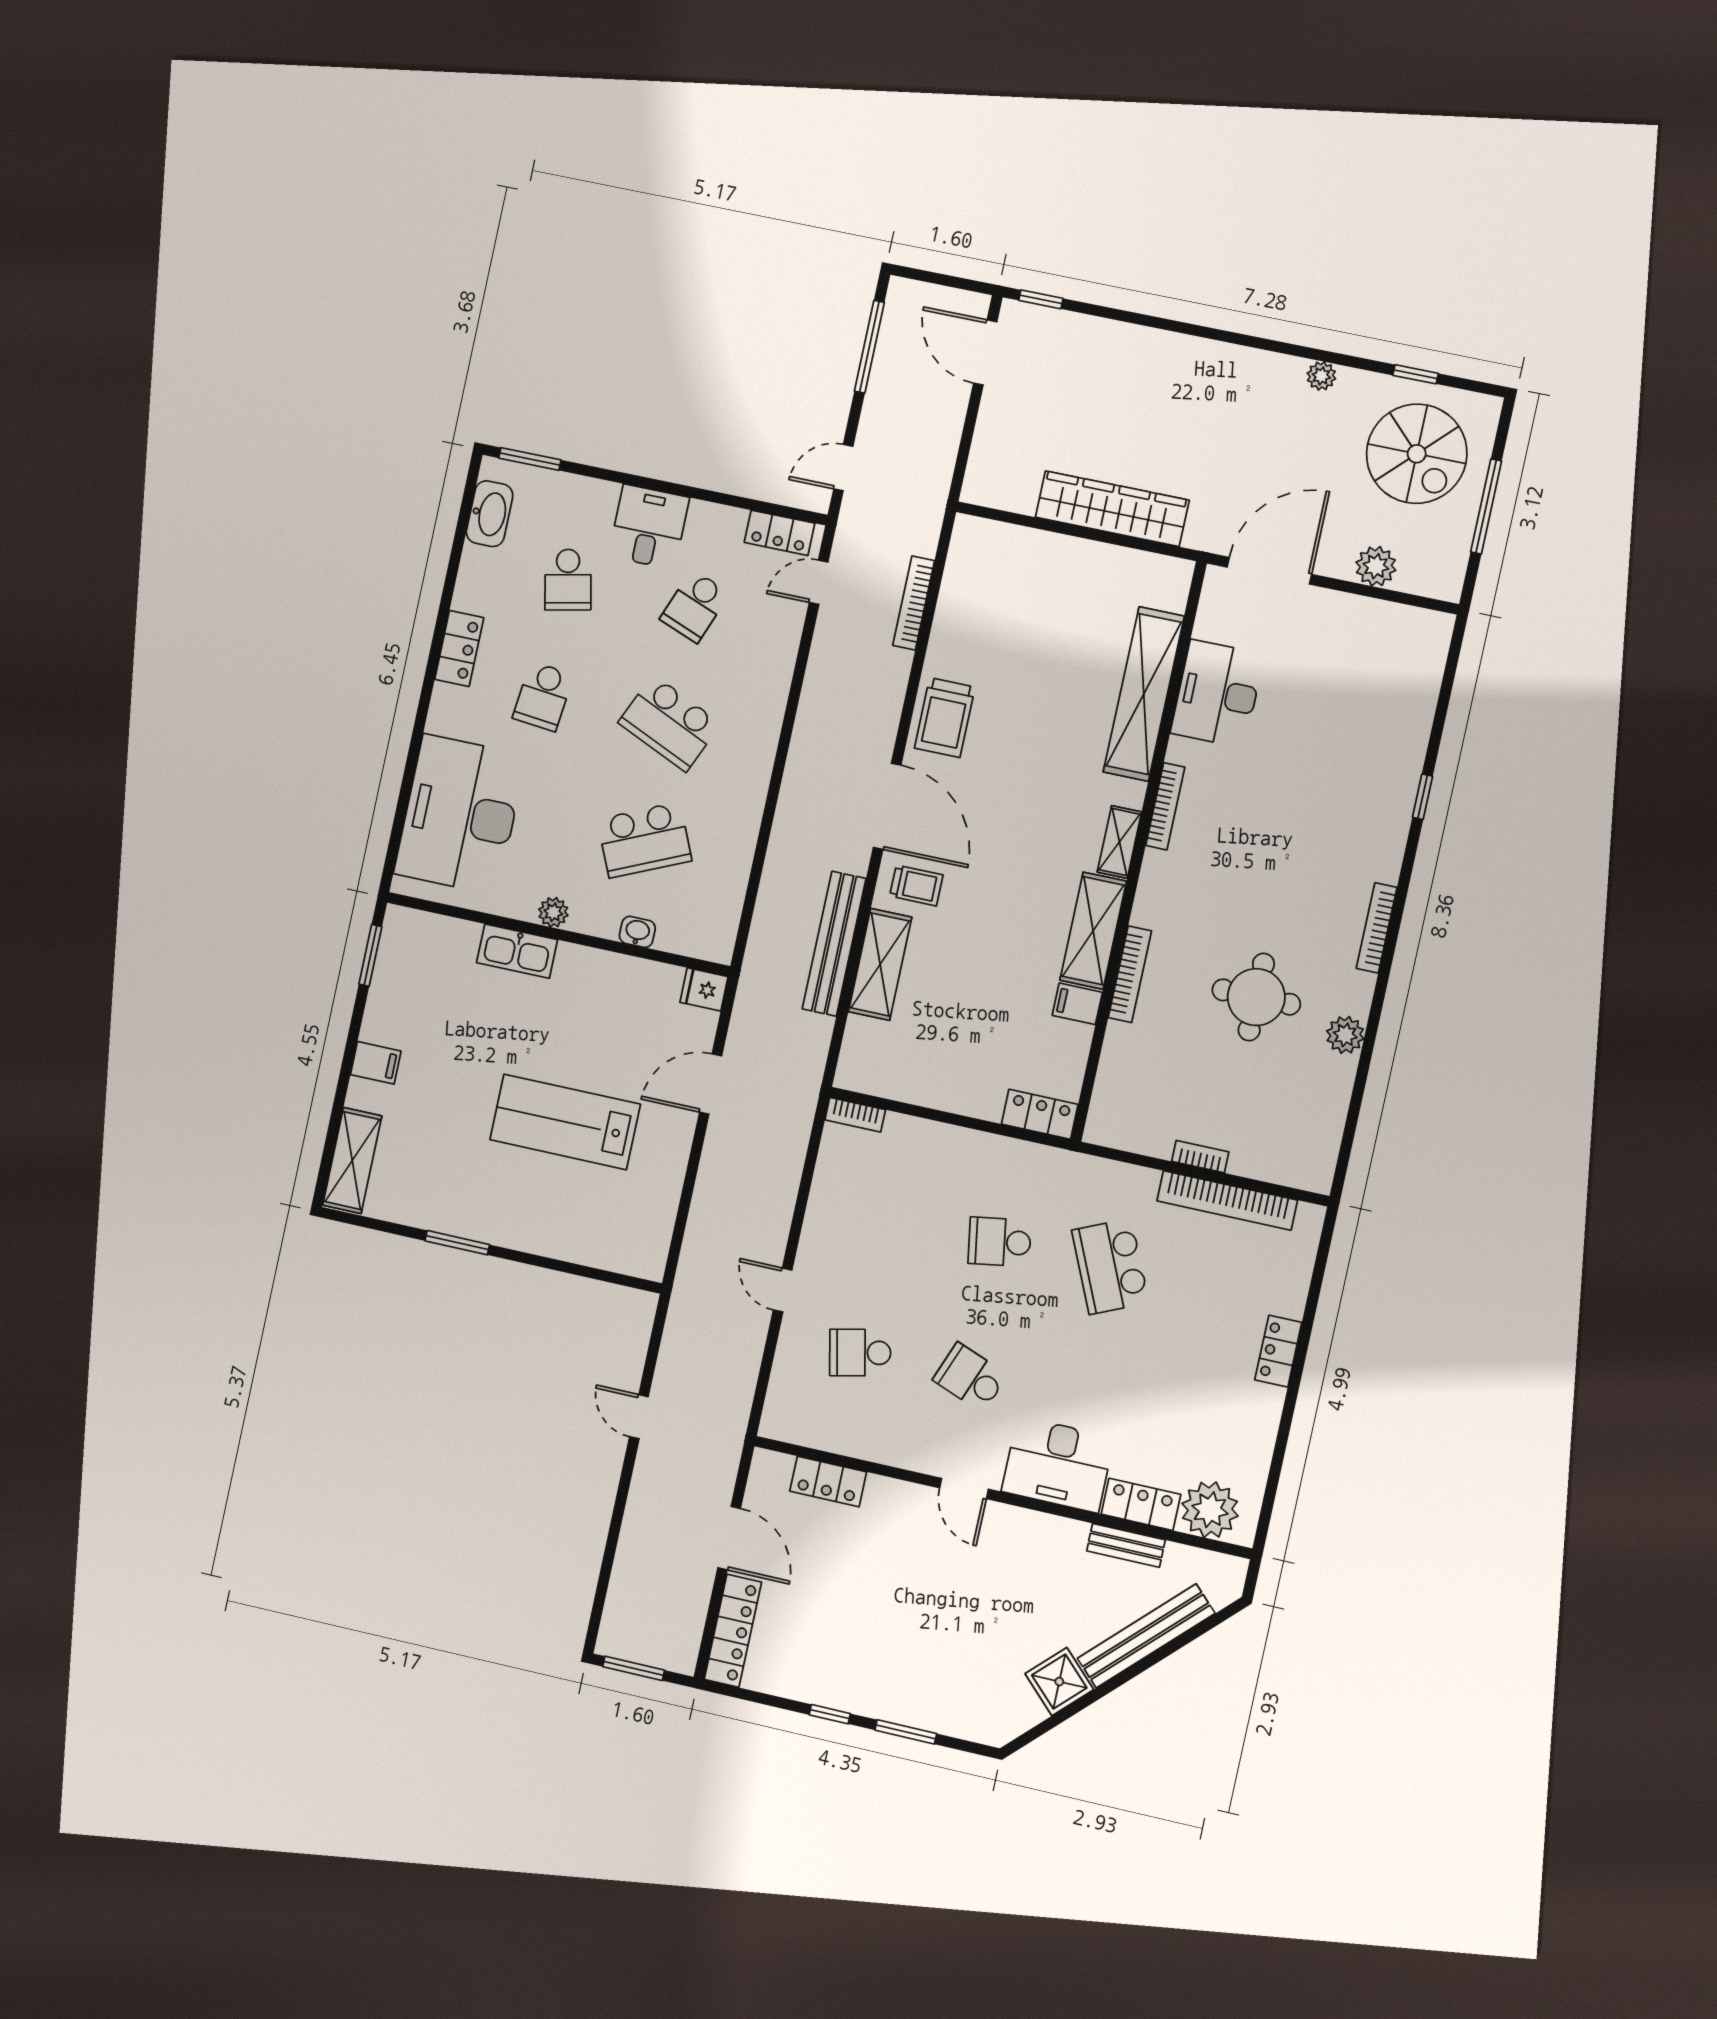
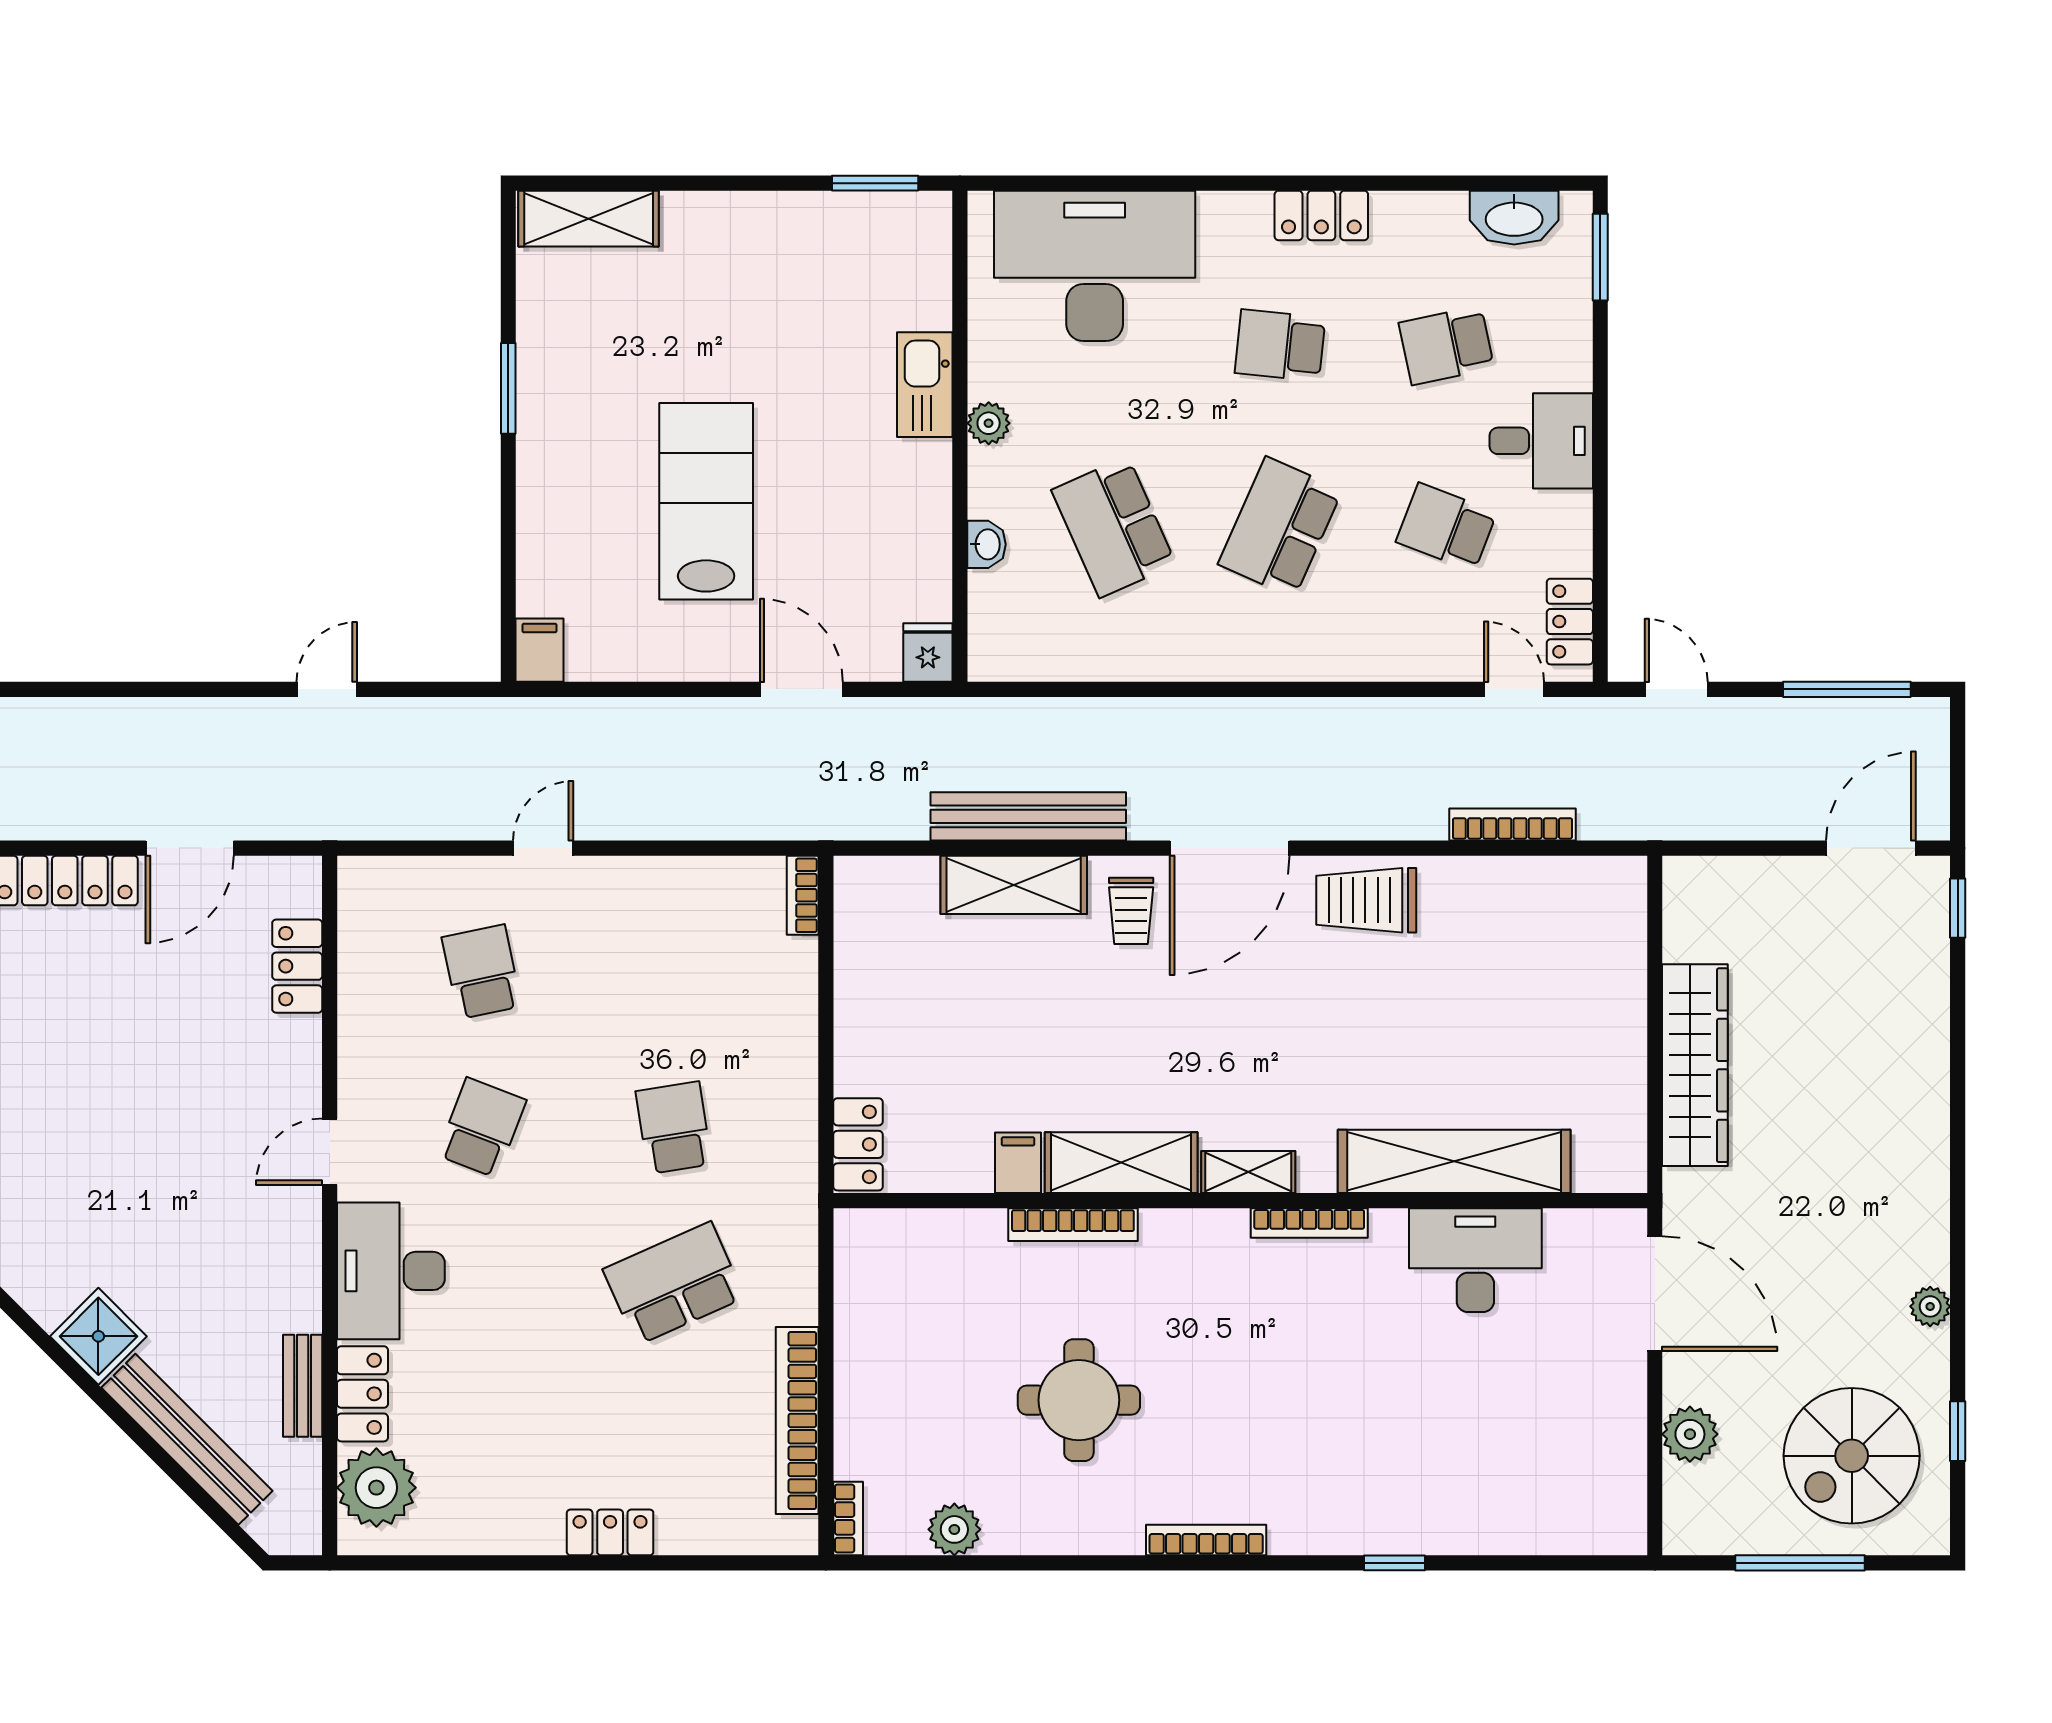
plant: (1345, 1035) -> (954, 1529), moved
filing cabinet: (376, 1063) -> (540, 650), moved, turned 180
bookcase: (1200, 1157) -> (848, 1518), moved

